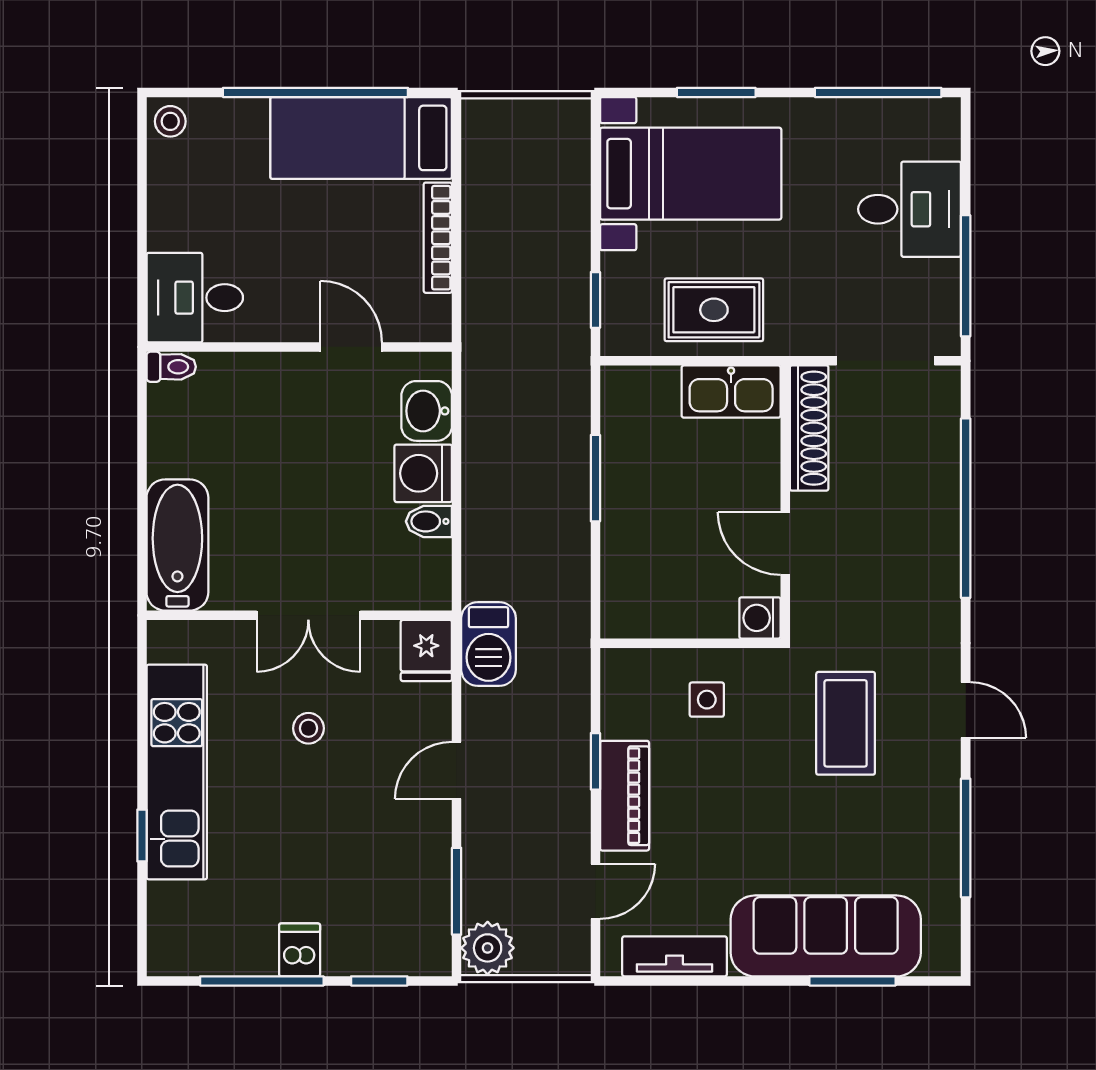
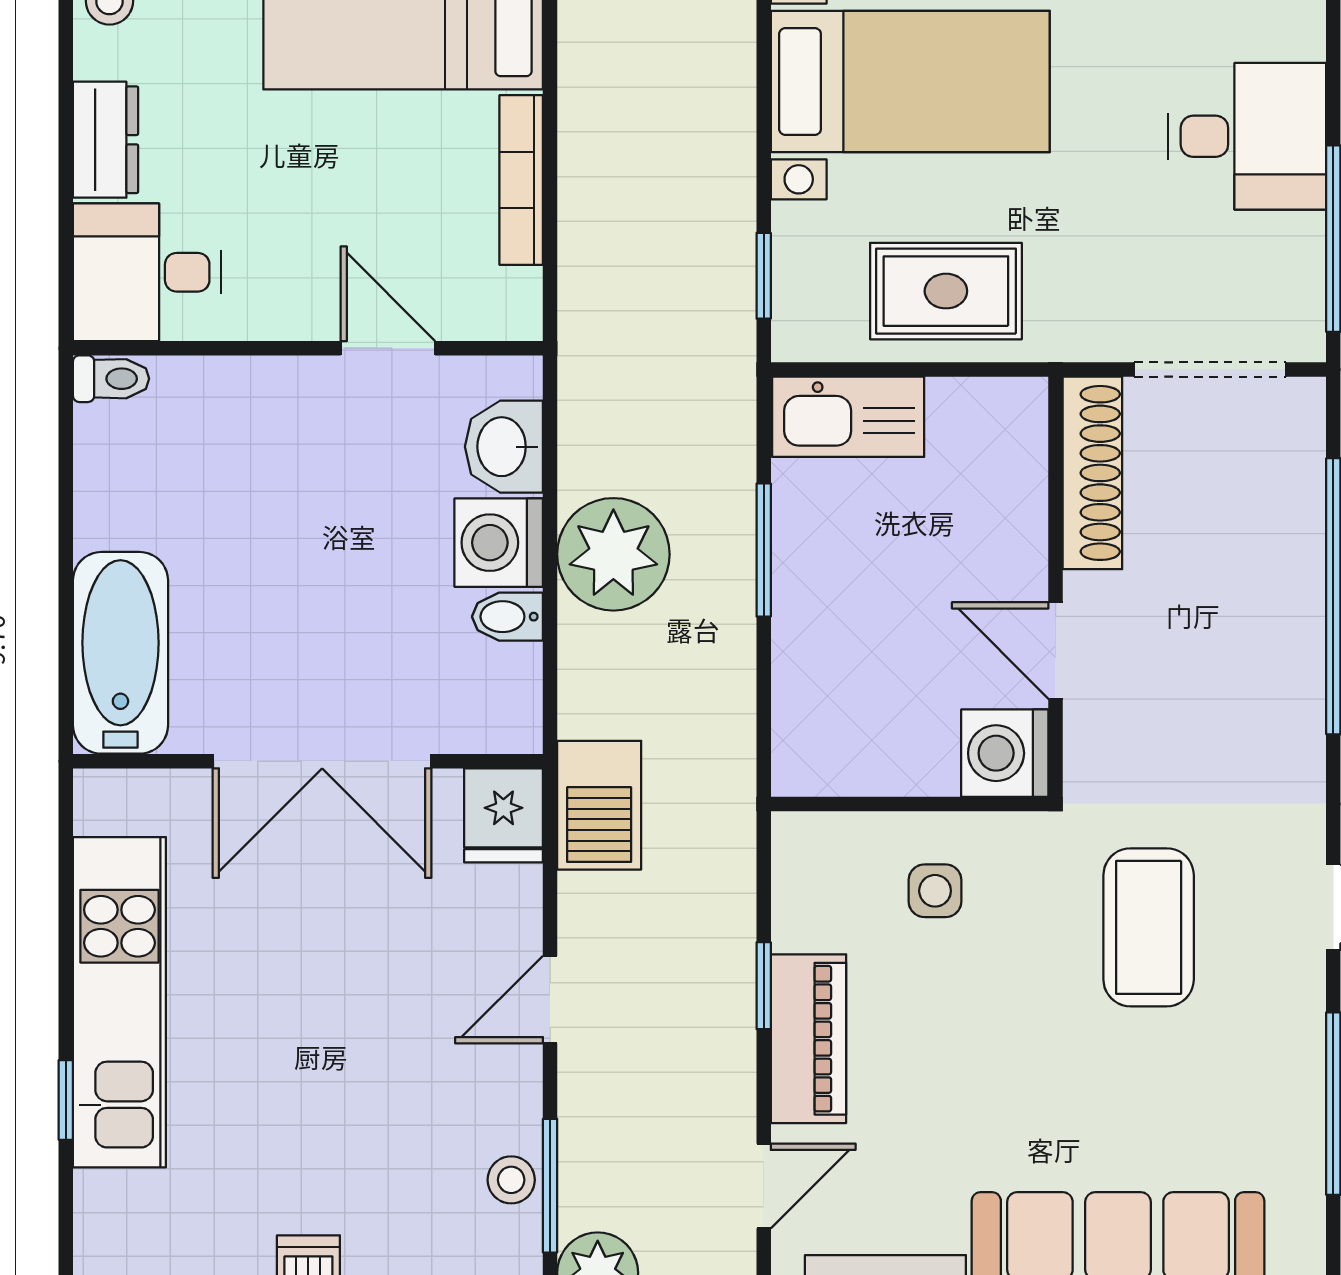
dresser: (168, 211) -> (106, 140), added
kitchen sink: (731, 392) -> (848, 417), moved
plant: (498, 481) -> (613, 554), added
double door: (308, 615) -> (322, 761), width x1.37
washing machine: (760, 618) -> (1005, 753), width x1.38, depth x1.38
stool: (308, 728) -> (511, 1180), moved

